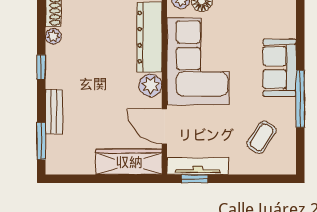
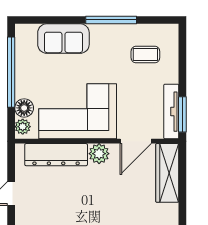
sofa: (279, 68) -> (63, 39), moved
coffee table: (262, 137) -> (145, 55), turned -33
window: (195, 179) -> (182, 114), width x1.50

